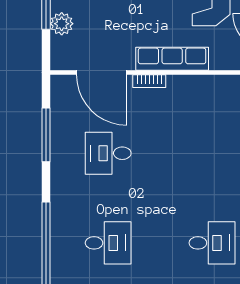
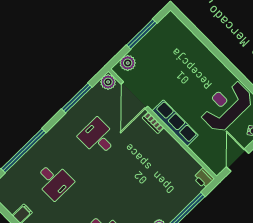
plant: (62, 24) -> (128, 63), moved
plant: (61, 86) -> (108, 82), added

